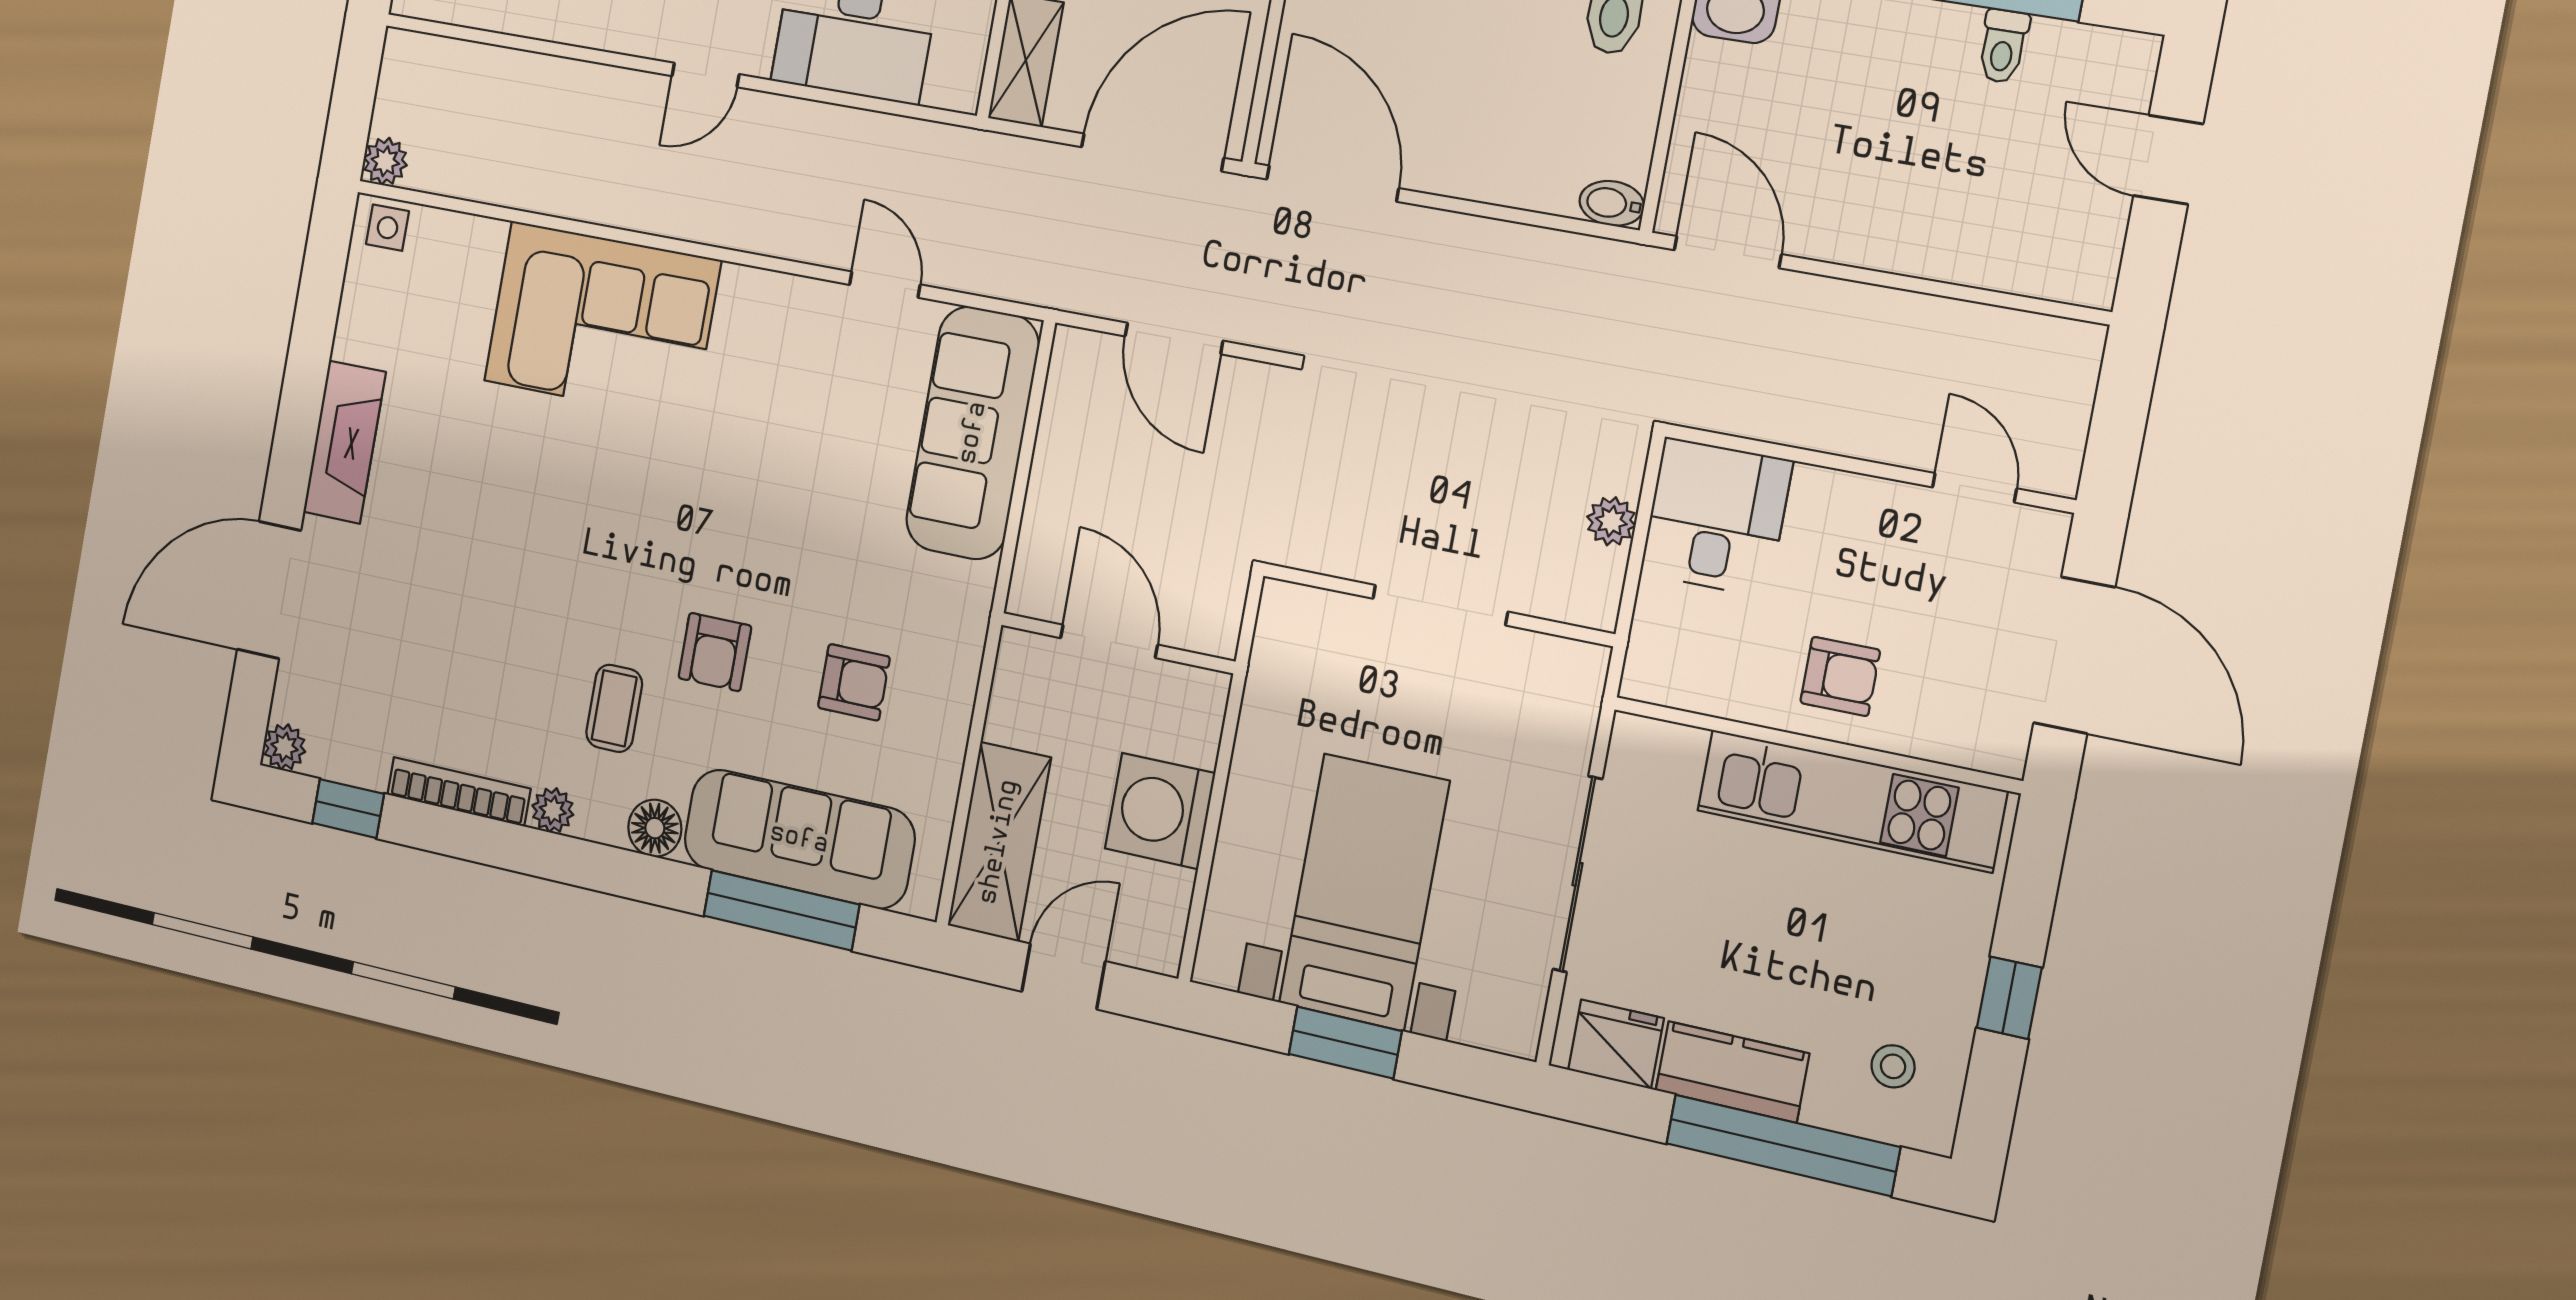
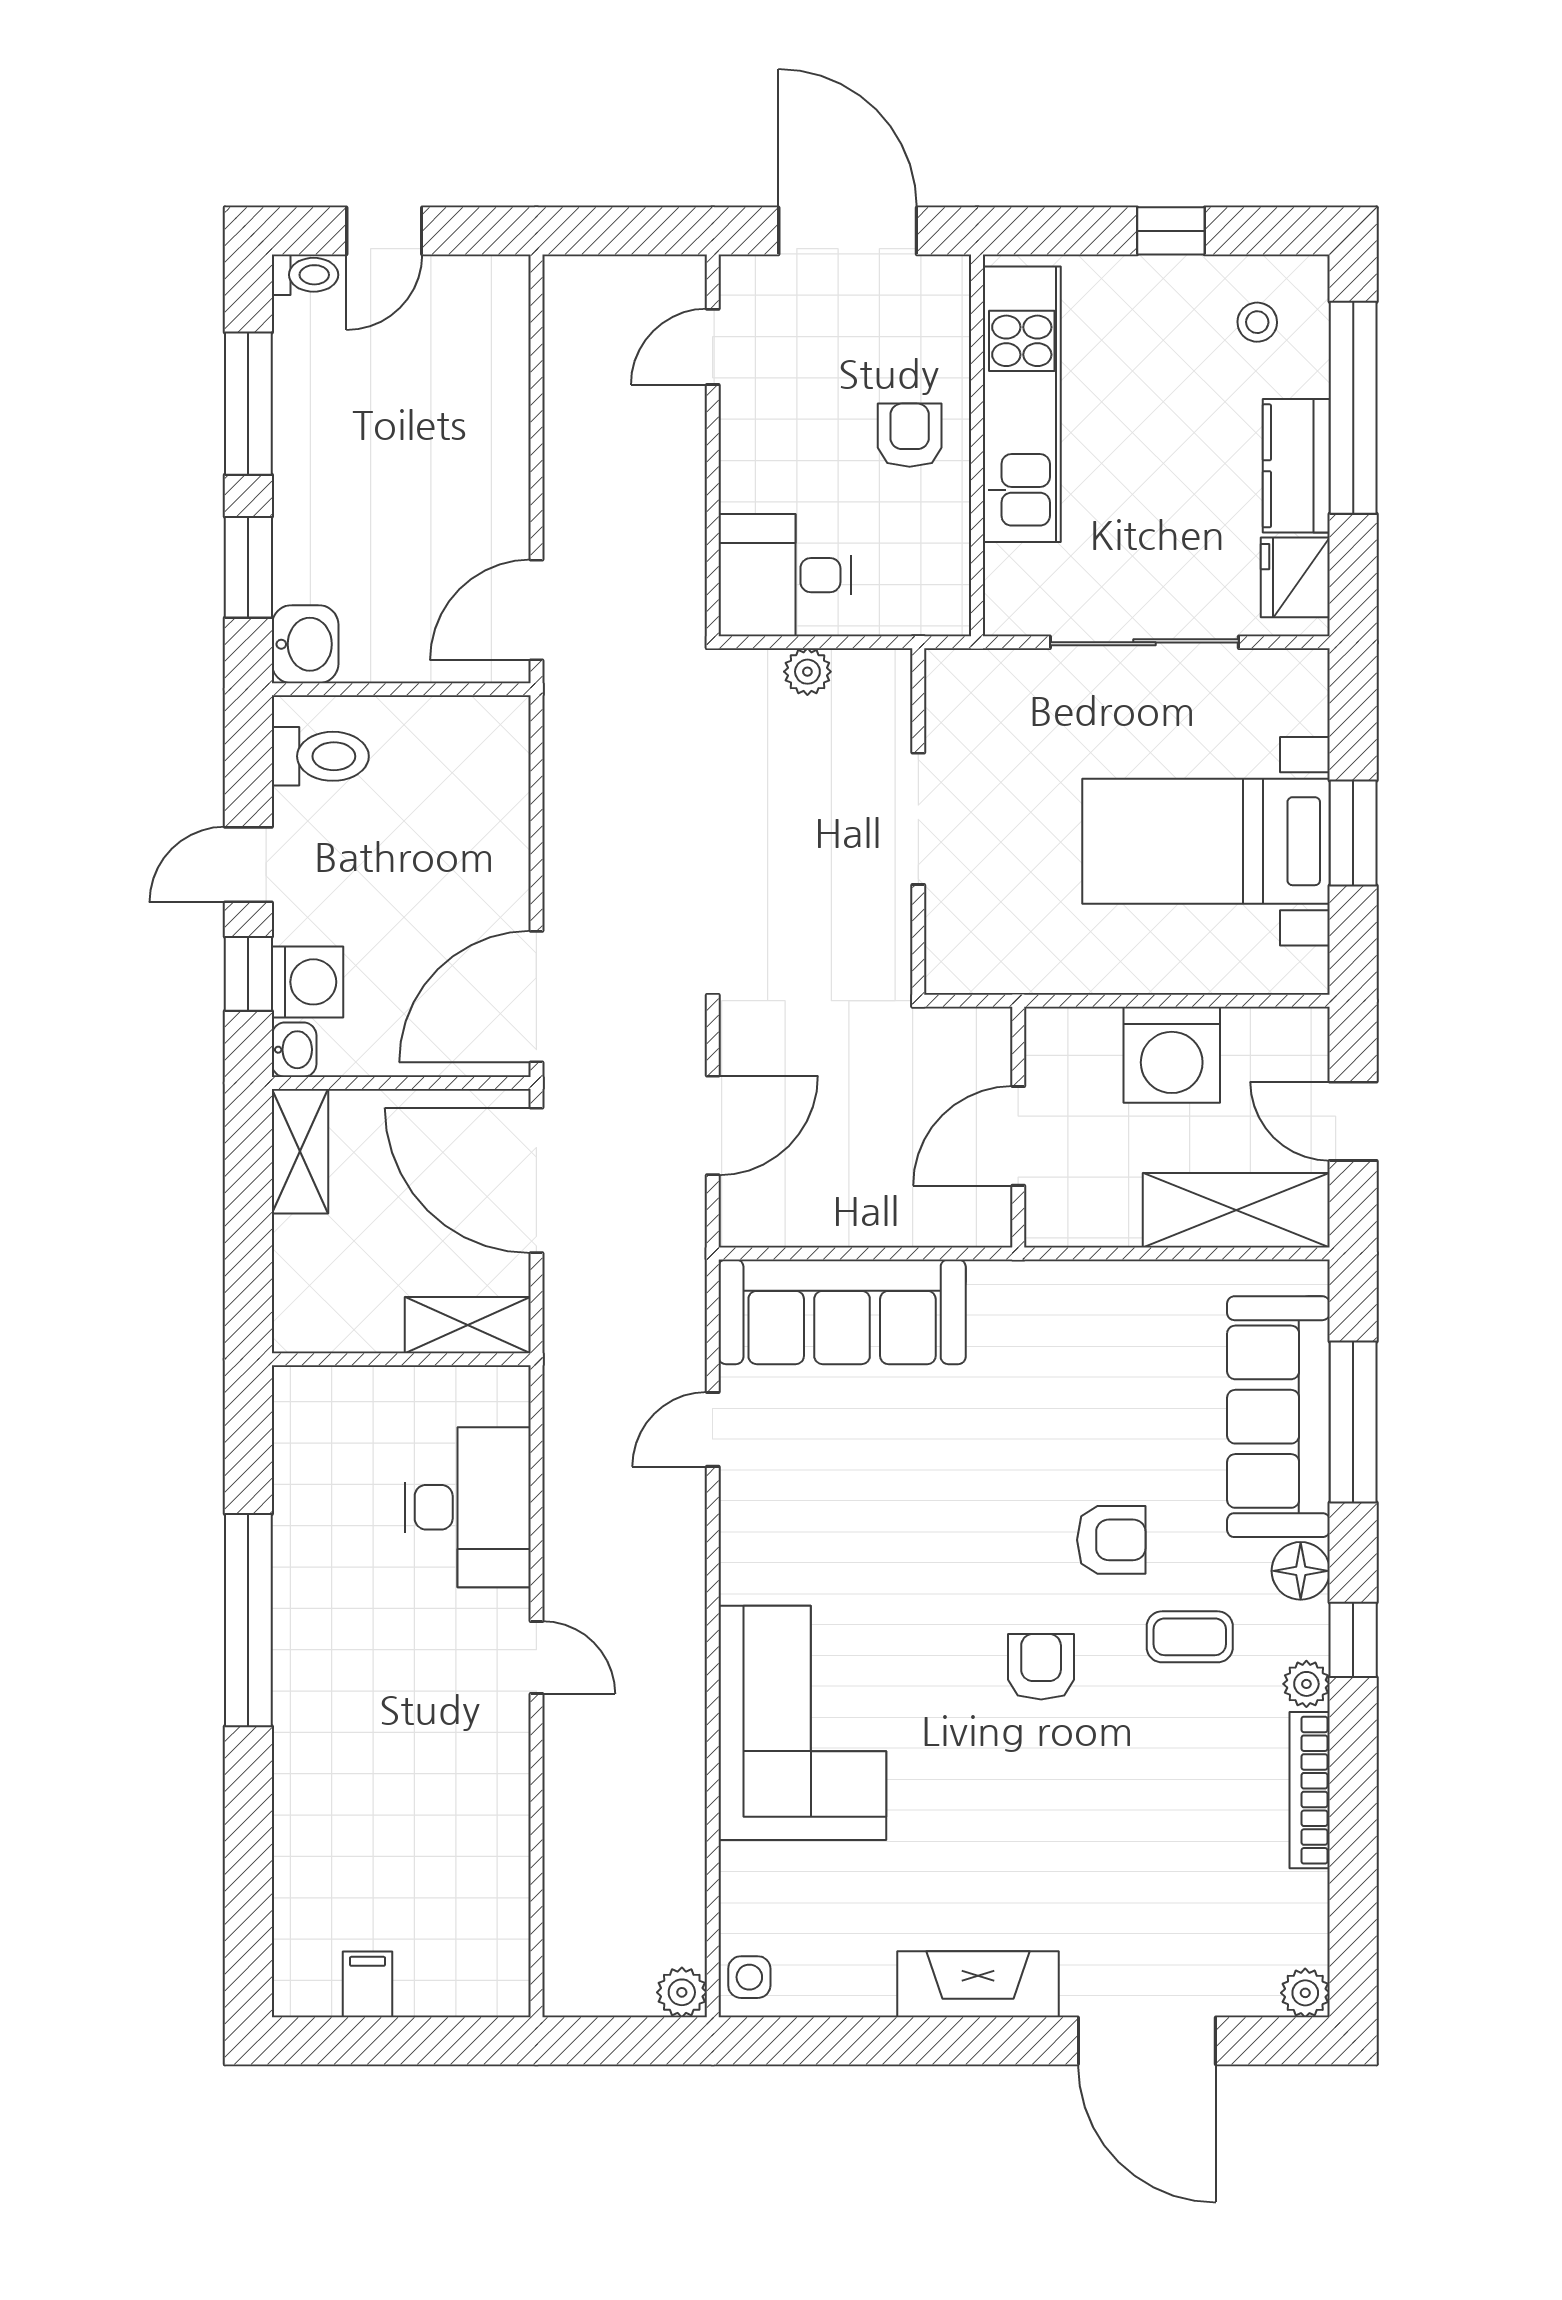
toilet: (2003, 46) -> (305, 275), moved
bidet: (1612, 203) -> (510, 726), removed
door: (2074, 655) -> (848, 231), hinge flipped
armchair: (854, 682) -> (1041, 1667), moved
window: (348, 809) -> (1353, 1640), moved

